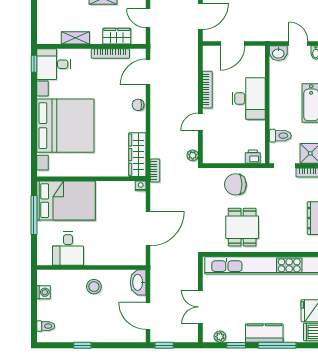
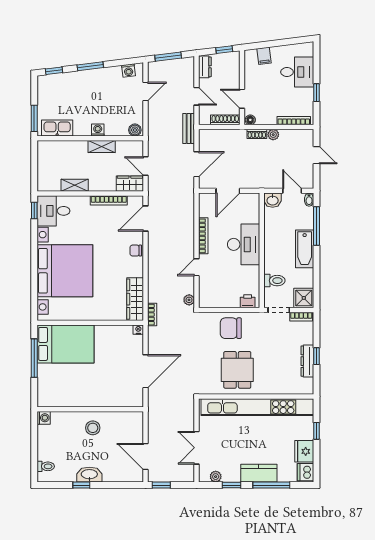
wardrobe: (117, 36) -> (130, 184), moved
desk: (68, 249) -> (67, 391), removed
washbasin: (138, 282) -> (89, 475), moved, turned 90
washing machine: (43, 292) -> (44, 418), moved

